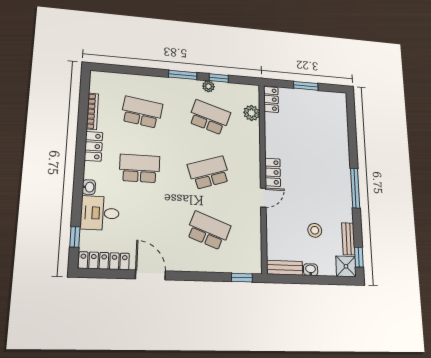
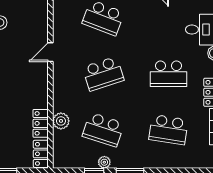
plant: (252, 113) -> (61, 121), moved
locker: (273, 172) -> (41, 123), moved

